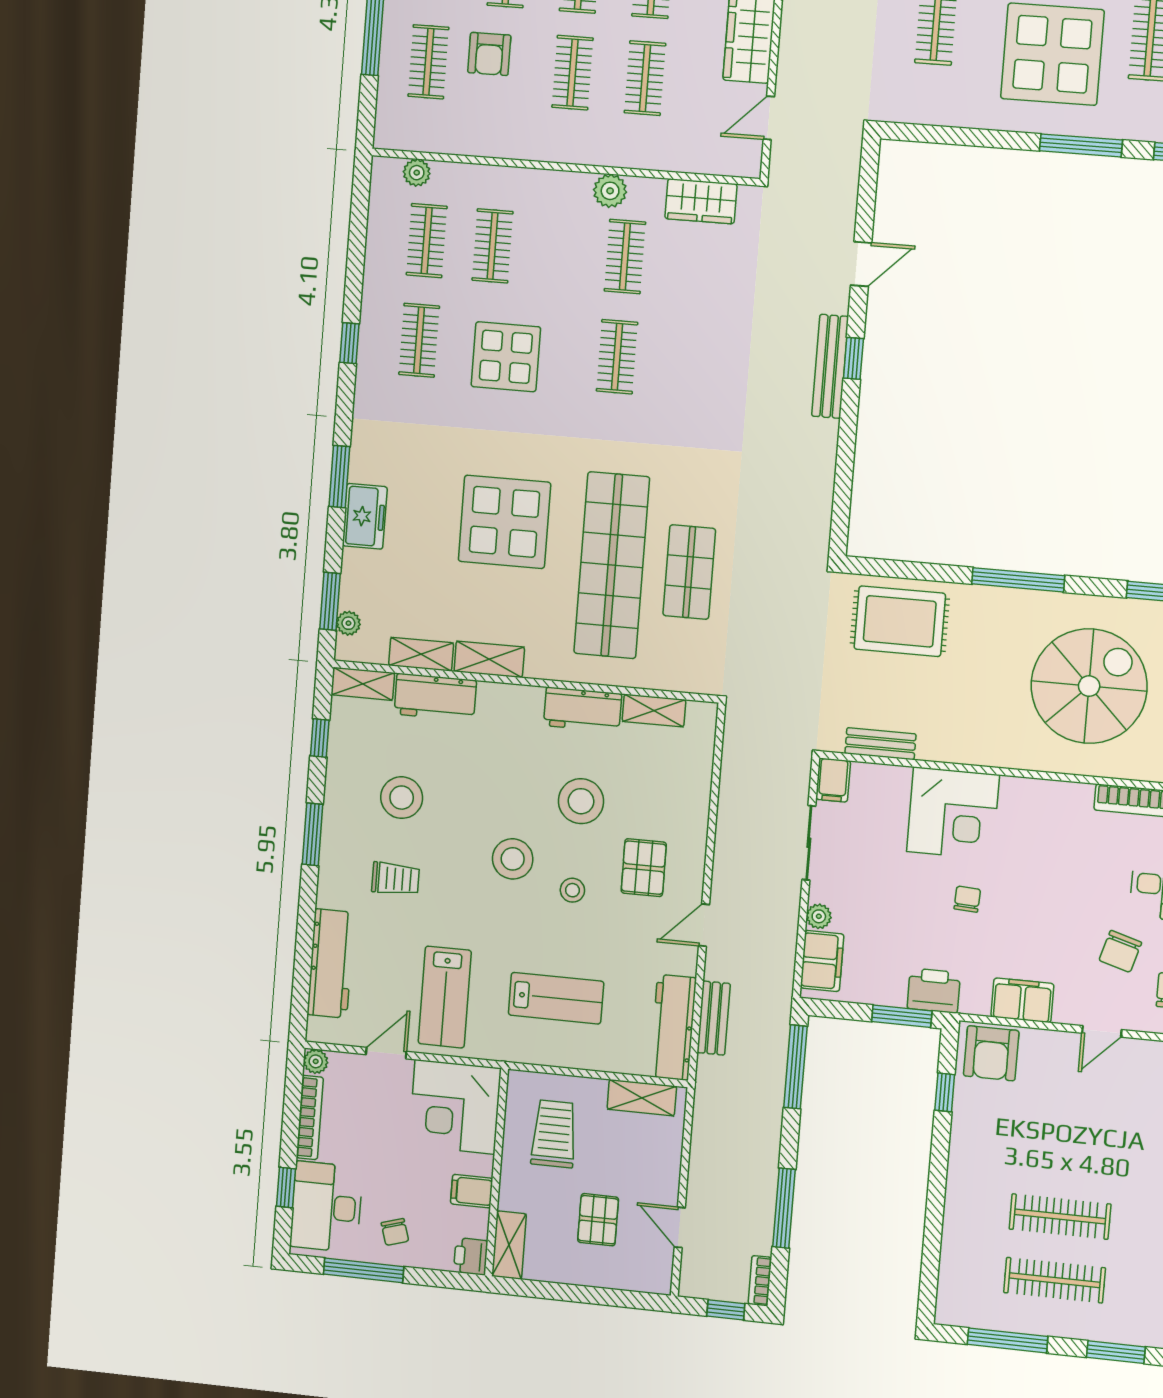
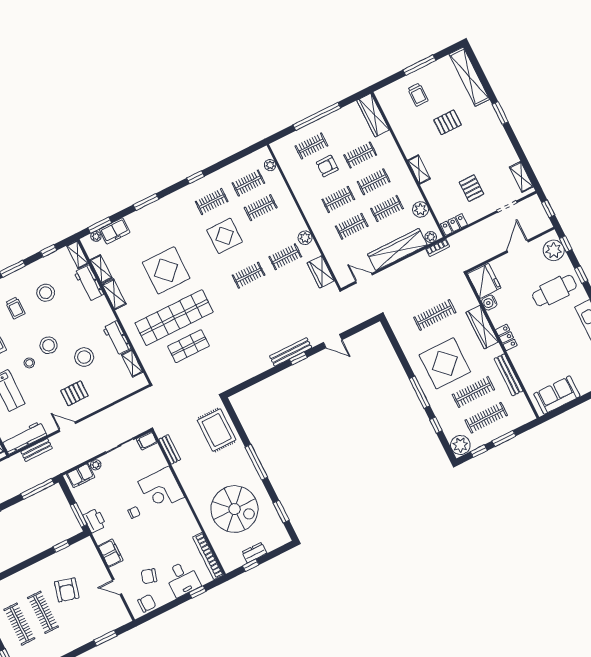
freezer: (365, 516) -> (115, 231), moved
stool: (572, 890) -> (29, 363), moved
armchair: (991, 1053) -> (67, 590), moved, turned -75

